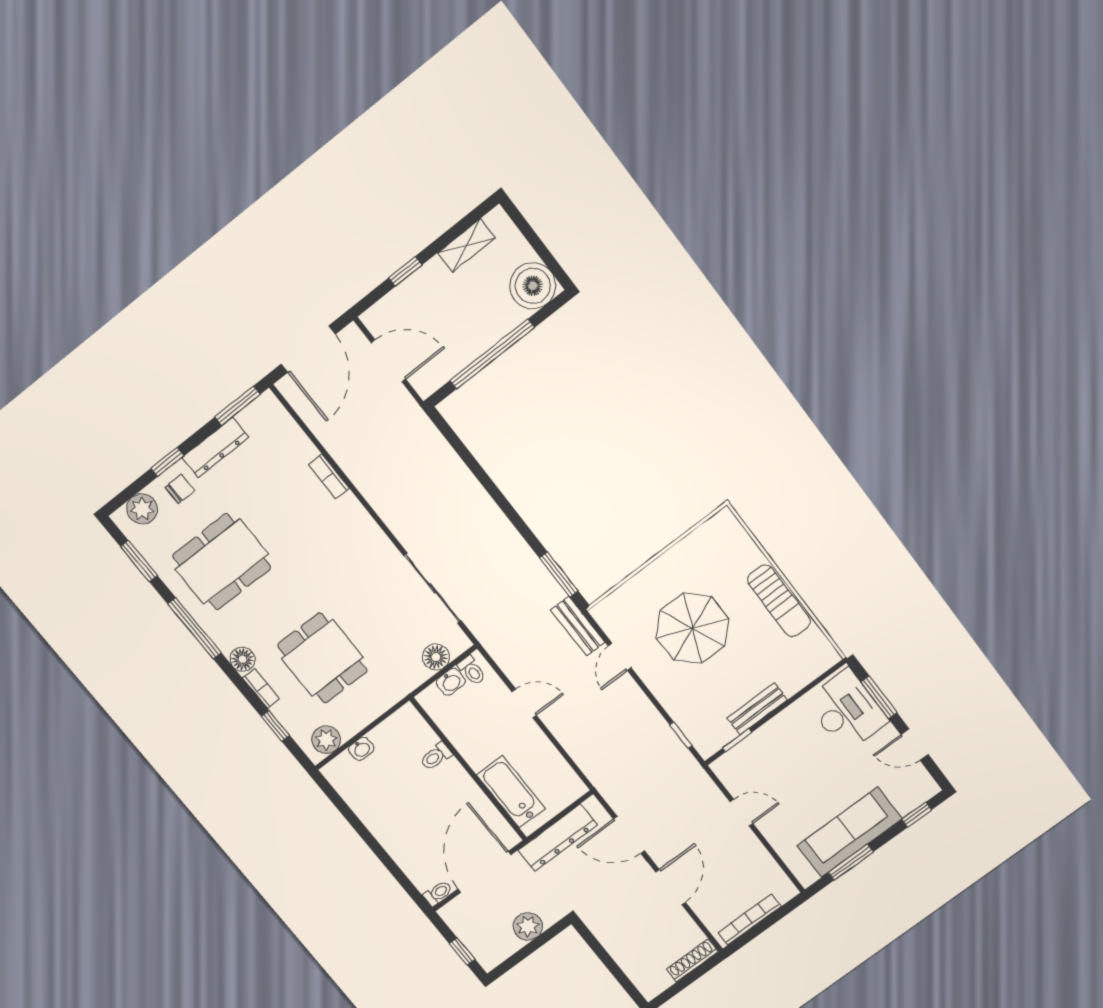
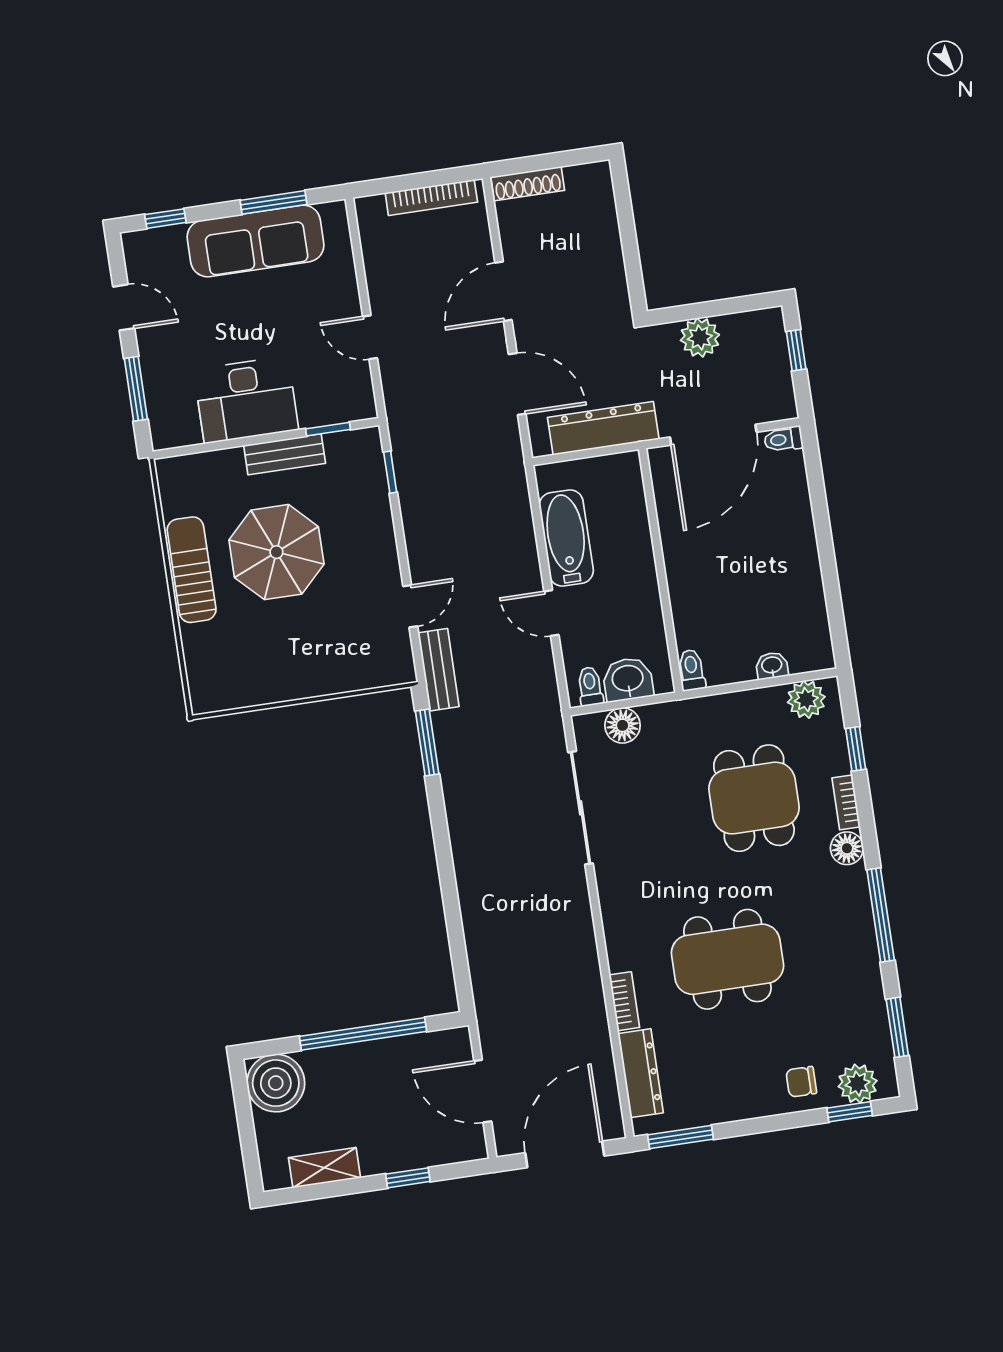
dresser: (215, 447) -> (641, 1073), moved, turned 90
window: (167, 462) -> (850, 1112), moved
dining table: (222, 562) -> (727, 959), moved
parasol: (692, 628) -> (276, 552), moved
washbasin: (451, 682) -> (628, 679), width x1.38, depth x1.45
desk: (847, 711) -> (246, 400), moved, turned -90
toilet: (436, 756) -> (692, 670), moved, turned -90
bathtub: (511, 792) -> (566, 538), moved, turned 180

